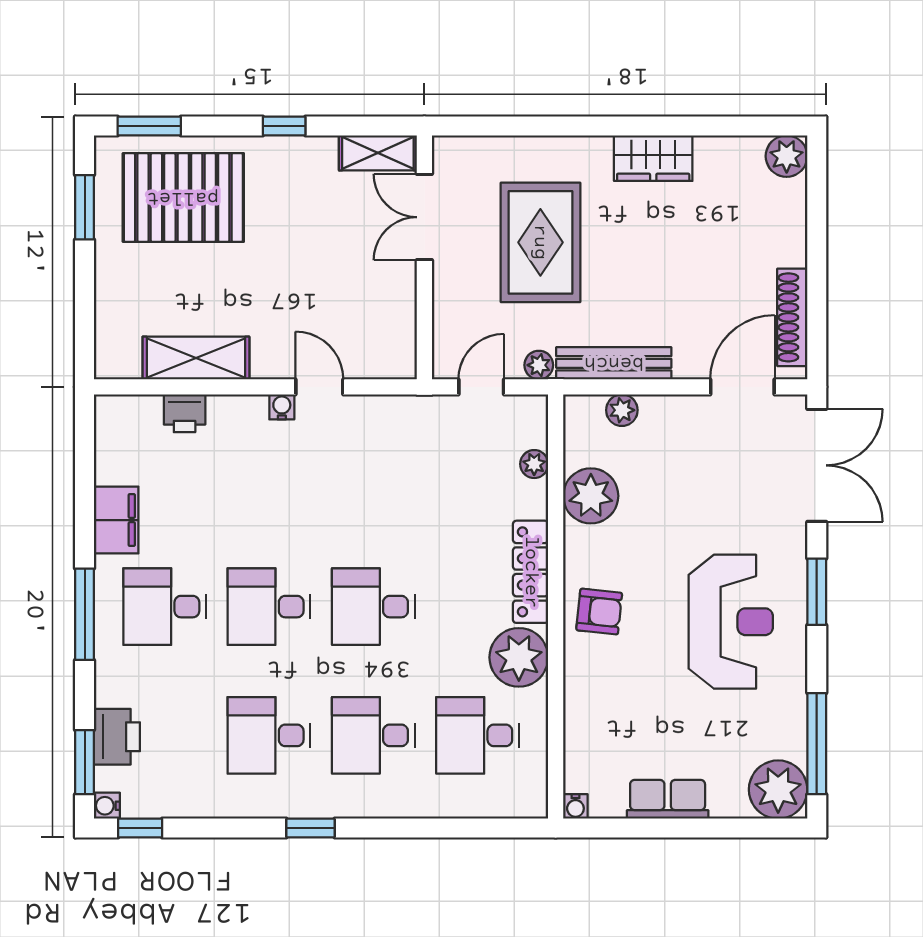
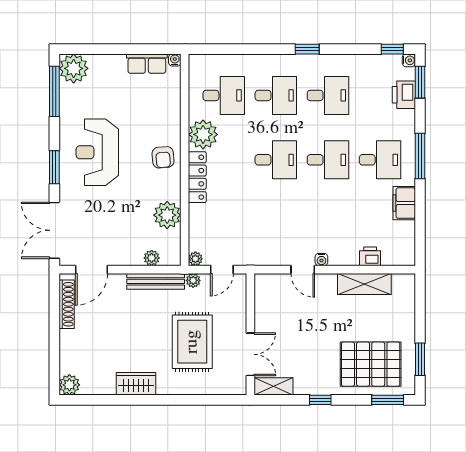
plant: (534, 464) -> (195, 259), moved
armchair: (599, 612) -> (163, 157), turned -101
row of seats: (668, 799) -> (147, 64), moved

